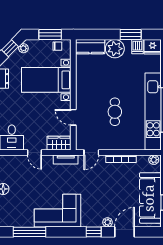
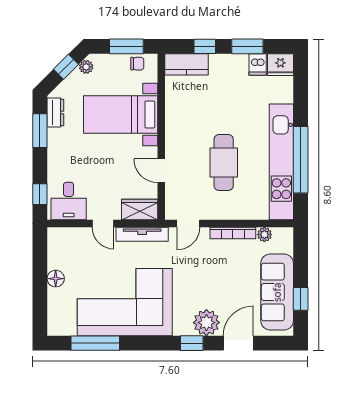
window: (102, 35) -> (205, 46), added
plant: (115, 49) -> (224, 68), removed
cafe table: (115, 112) -> (224, 162), width x1.37, depth x1.35
tv unit: (66, 160) -> (142, 234), width x1.41
plant: (154, 160) -> (264, 235), moved
corner sofa: (57, 211) -> (125, 302), width x1.36, depth x1.36
plant: (108, 222) -> (206, 323), width x1.88, depth x1.88

